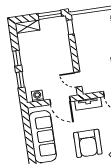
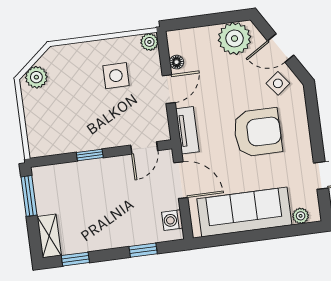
window: (70, 27) -> (90, 155), moved
window: (17, 58) -> (75, 259), moved
door: (60, 100) -> (181, 180), hinge flipped

